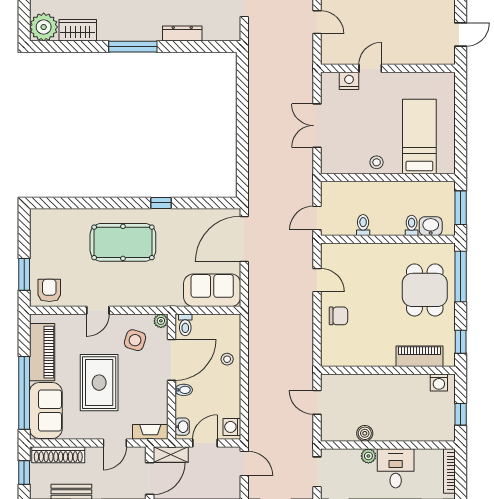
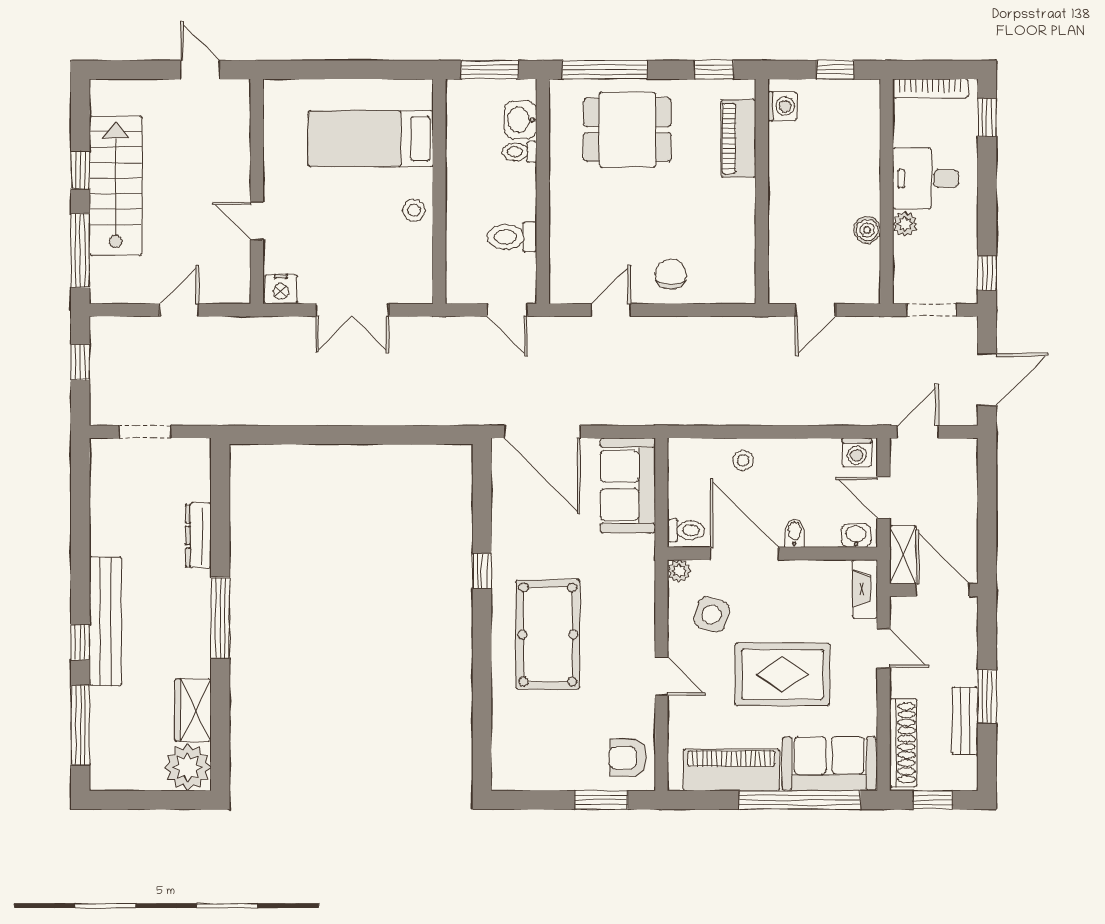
nightstand: (349, 81) -> (281, 289), moved, turned -90
toilet: (363, 225) -> (512, 237), width x1.37, depth x1.39

